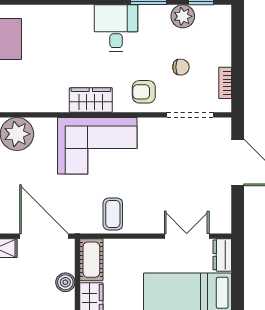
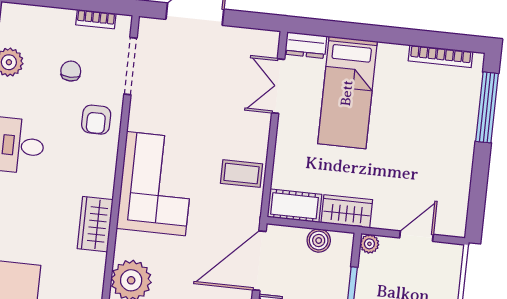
wardrobe: (91, 100) -> (95, 224), moved

